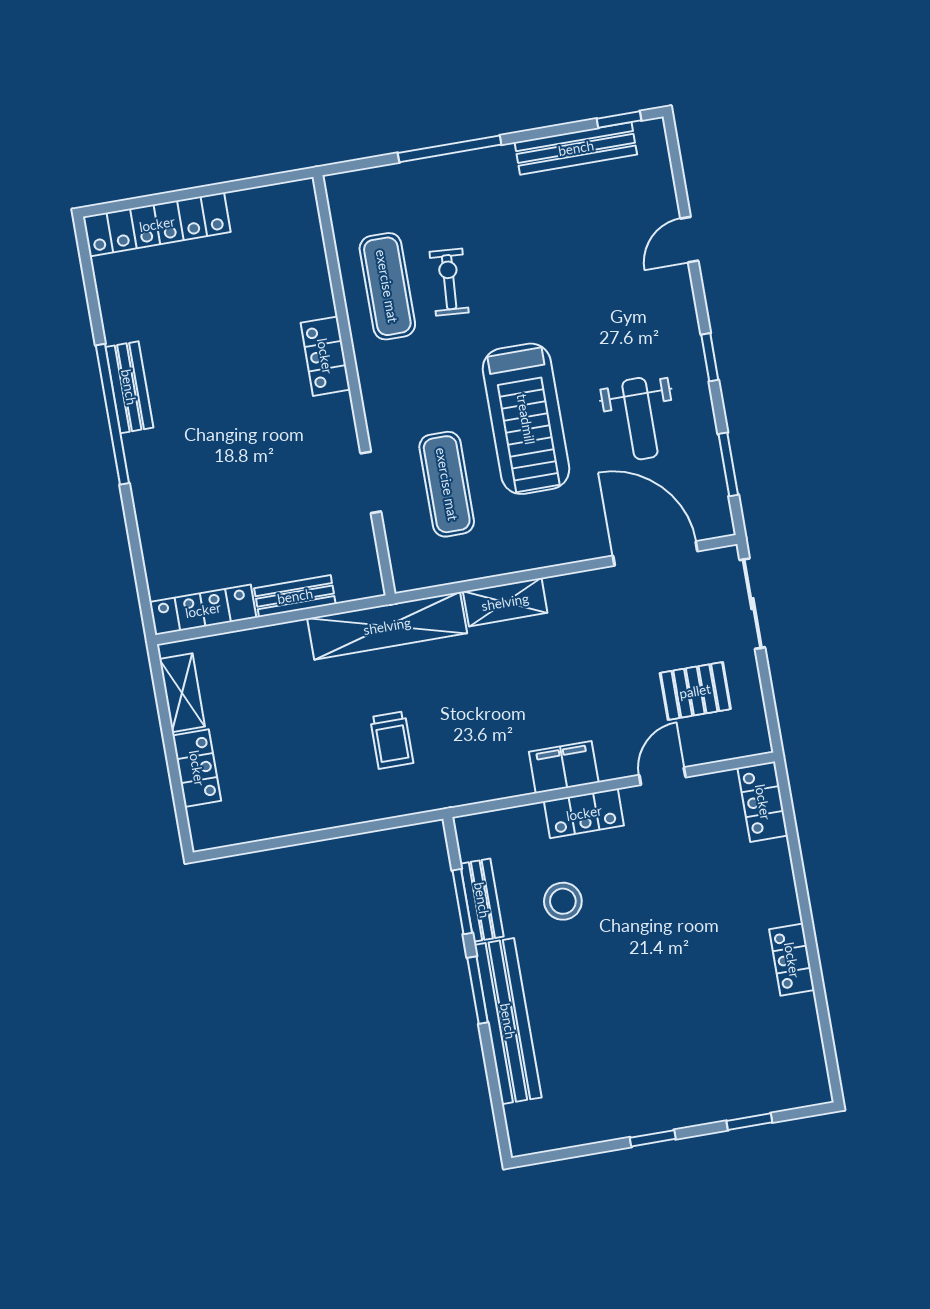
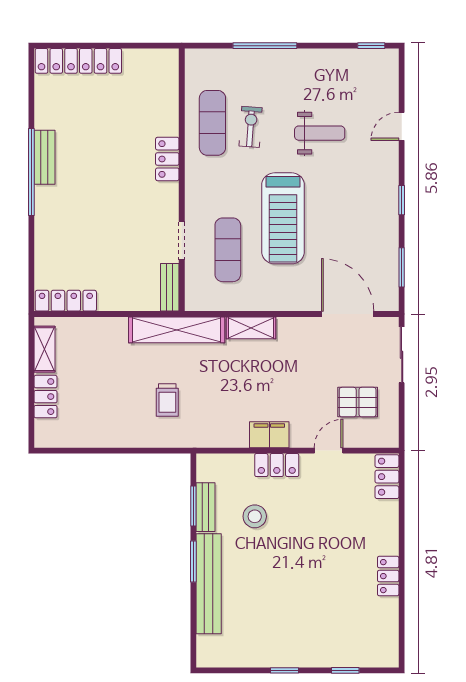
bench: (576, 148) -> (342, 59), removed
weight bench: (640, 419) -> (320, 133), moved, turned -90
bench: (295, 596) -> (170, 287), moved, turned 90

